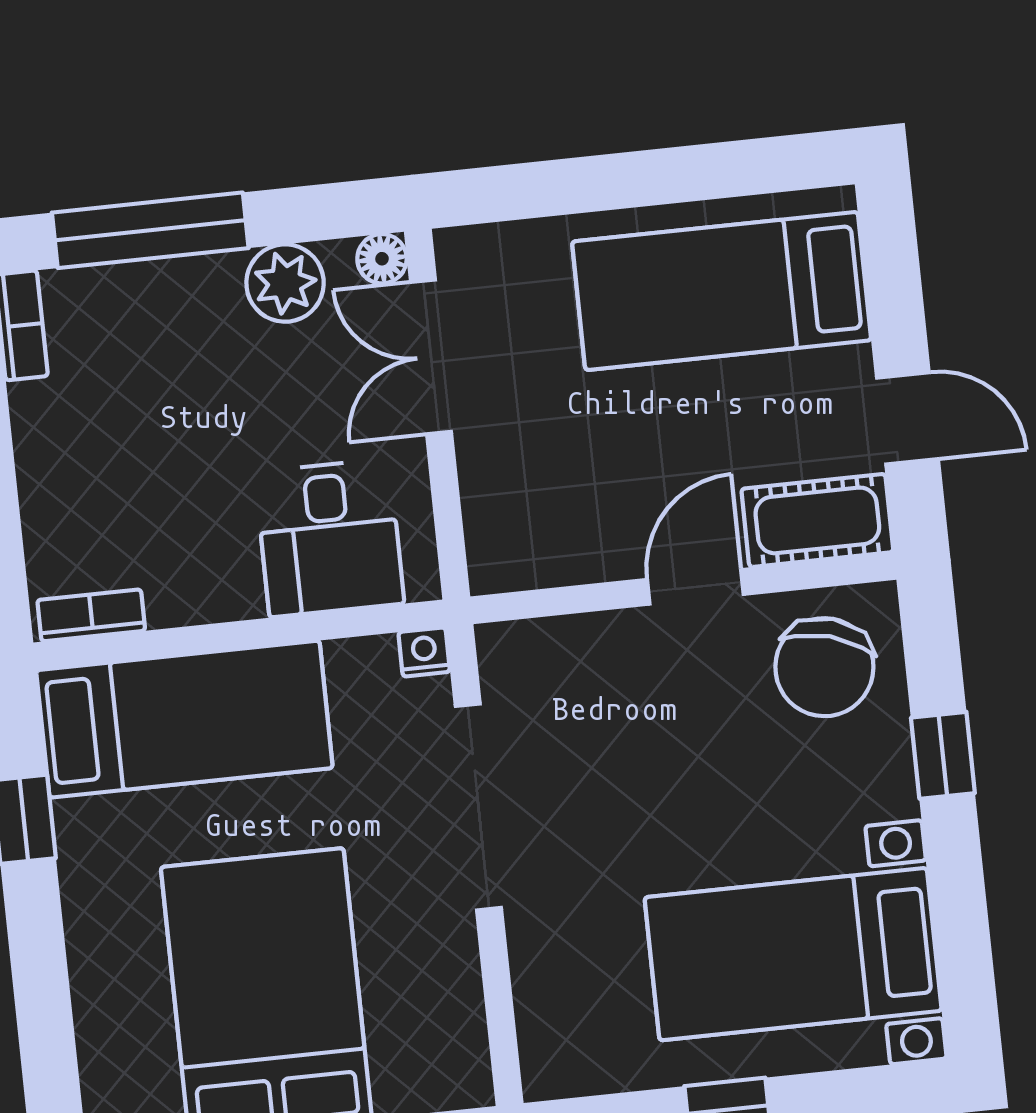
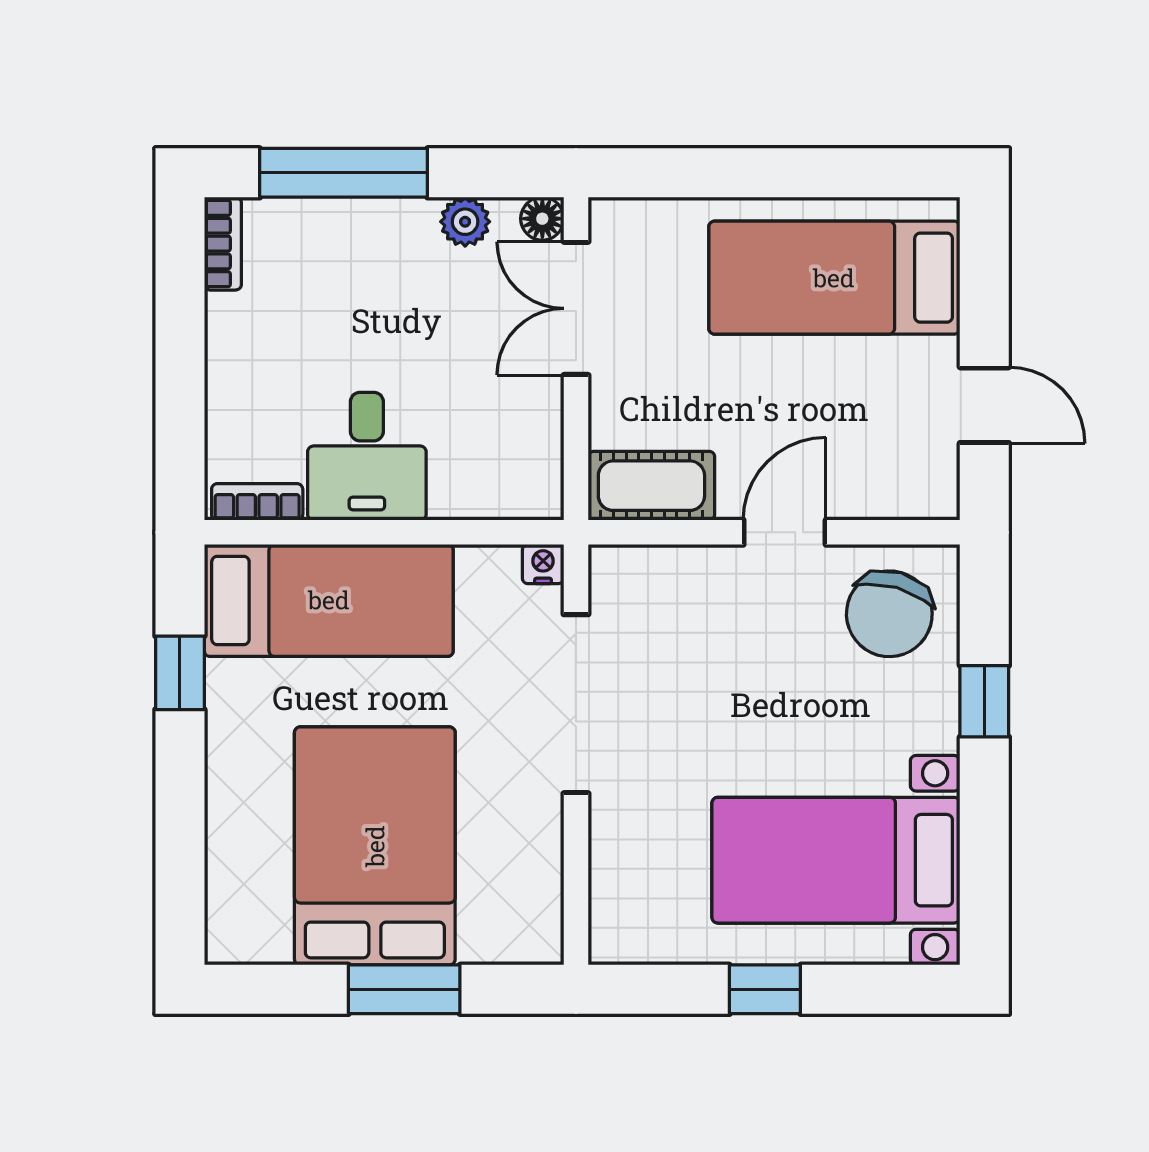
plant: (285, 283) -> (465, 222), width x0.73, depth x0.73
cot: (817, 520) -> (651, 486), moved
desk: (329, 538) -> (367, 456), moved

